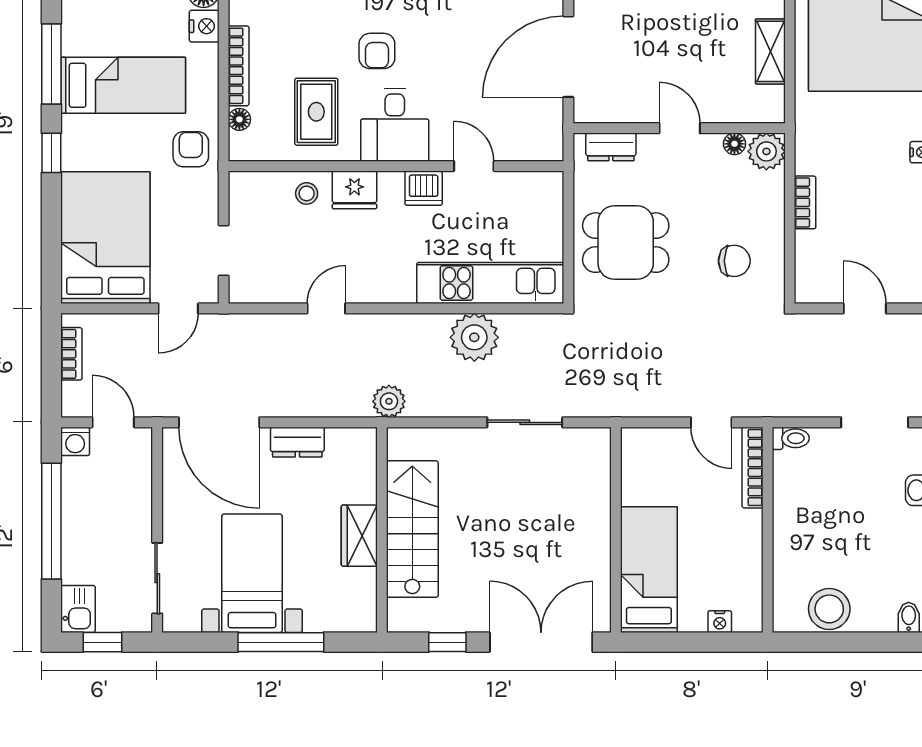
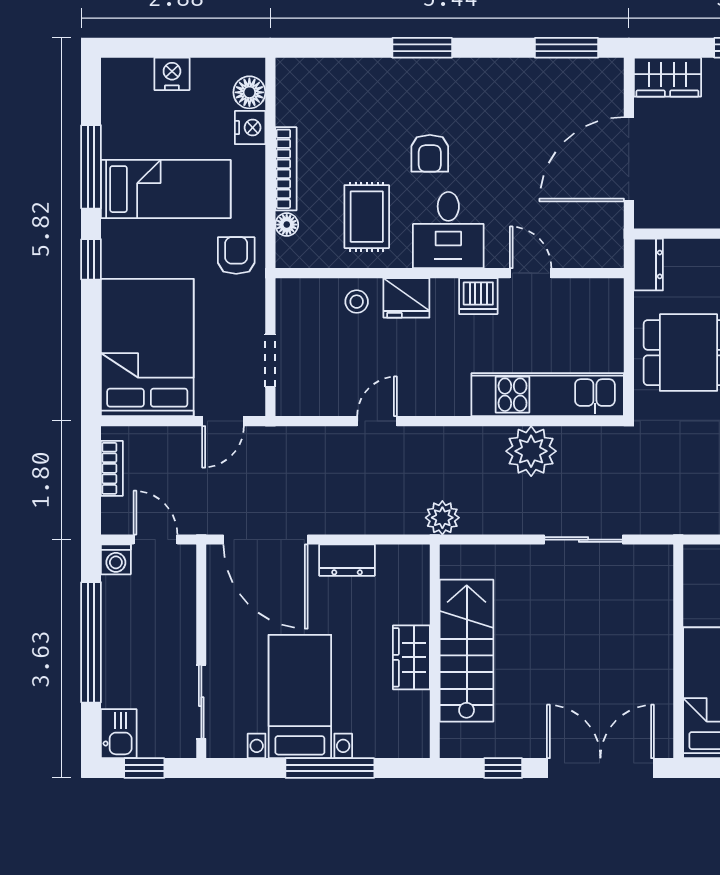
dresser: (611, 147) -> (648, 264), moved, turned -90

